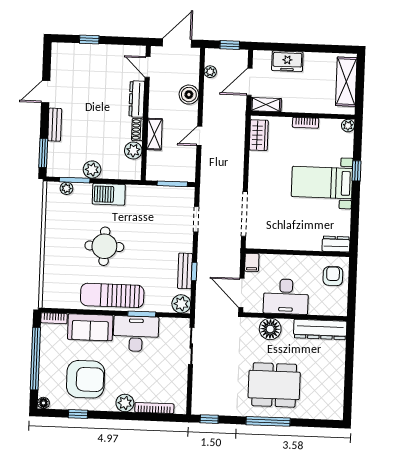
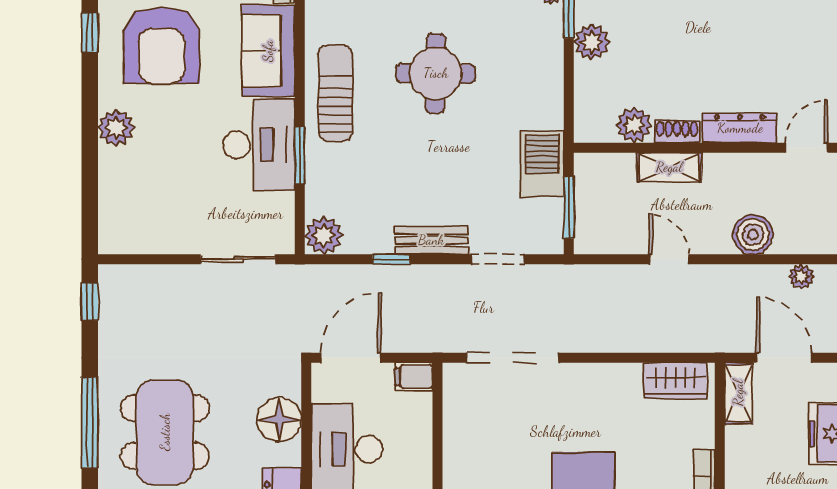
barbecue: (109, 194) -> (542, 164), moved
bench: (185, 271) -> (431, 240), moved
sun lounger: (112, 295) -> (335, 93), width x0.73, depth x0.75
bookcase: (154, 408) -> (108, 188), removed

